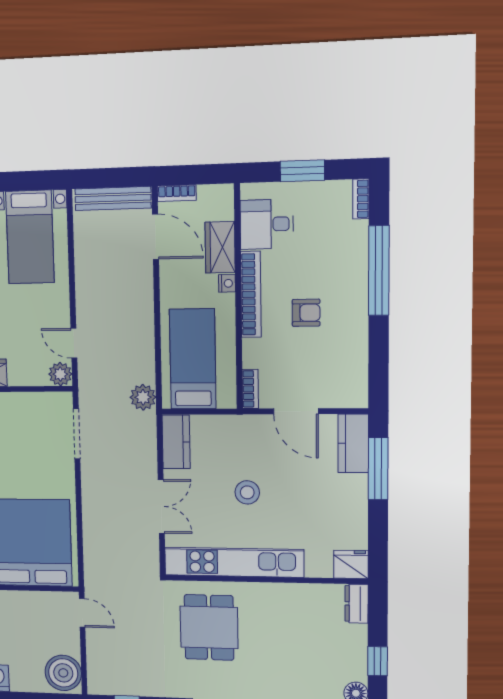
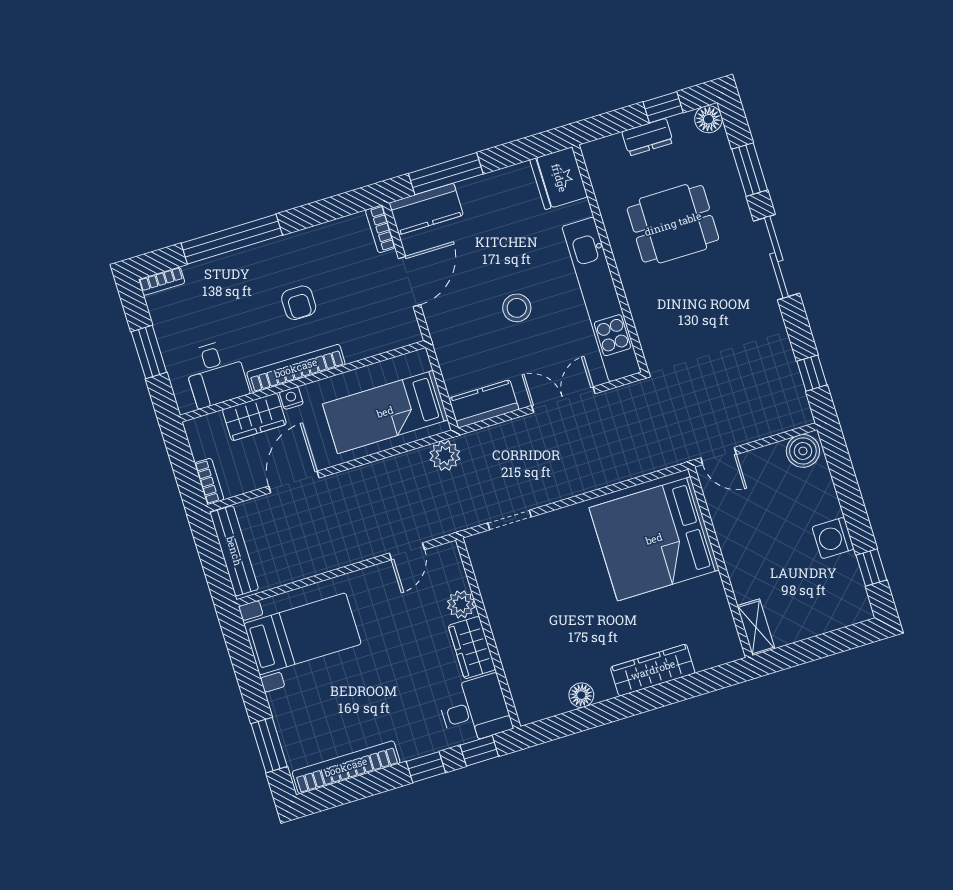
door: (156, 237) -> (294, 482), moved
armchair: (306, 313) -> (299, 303), turned 180
plant: (60, 374) -> (461, 604), moved
bookcase: (250, 389) -> (380, 229), moved, turned -90
doorway: (77, 434) -> (510, 520), width x0.73
fridge: (351, 564) -> (559, 178), width x1.36, depth x1.34
dresser: (357, 604) -> (648, 137), moved
door: (82, 613) -> (719, 456), swing flipped
dining table: (209, 627) -> (673, 224), moved
boiler: (63, 673) -> (803, 451), width x0.73, depth x0.73

